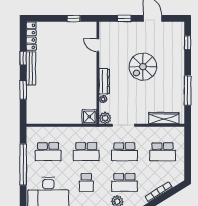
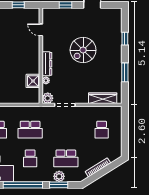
window: (188, 43) -> (125, 39), moved
window: (188, 91) -> (125, 72), width x0.69
shower: (89, 117) -> (33, 81), moved
school desk: (124, 152) -> (66, 130), removed
school desk: (163, 152) -> (102, 130), width x0.54

